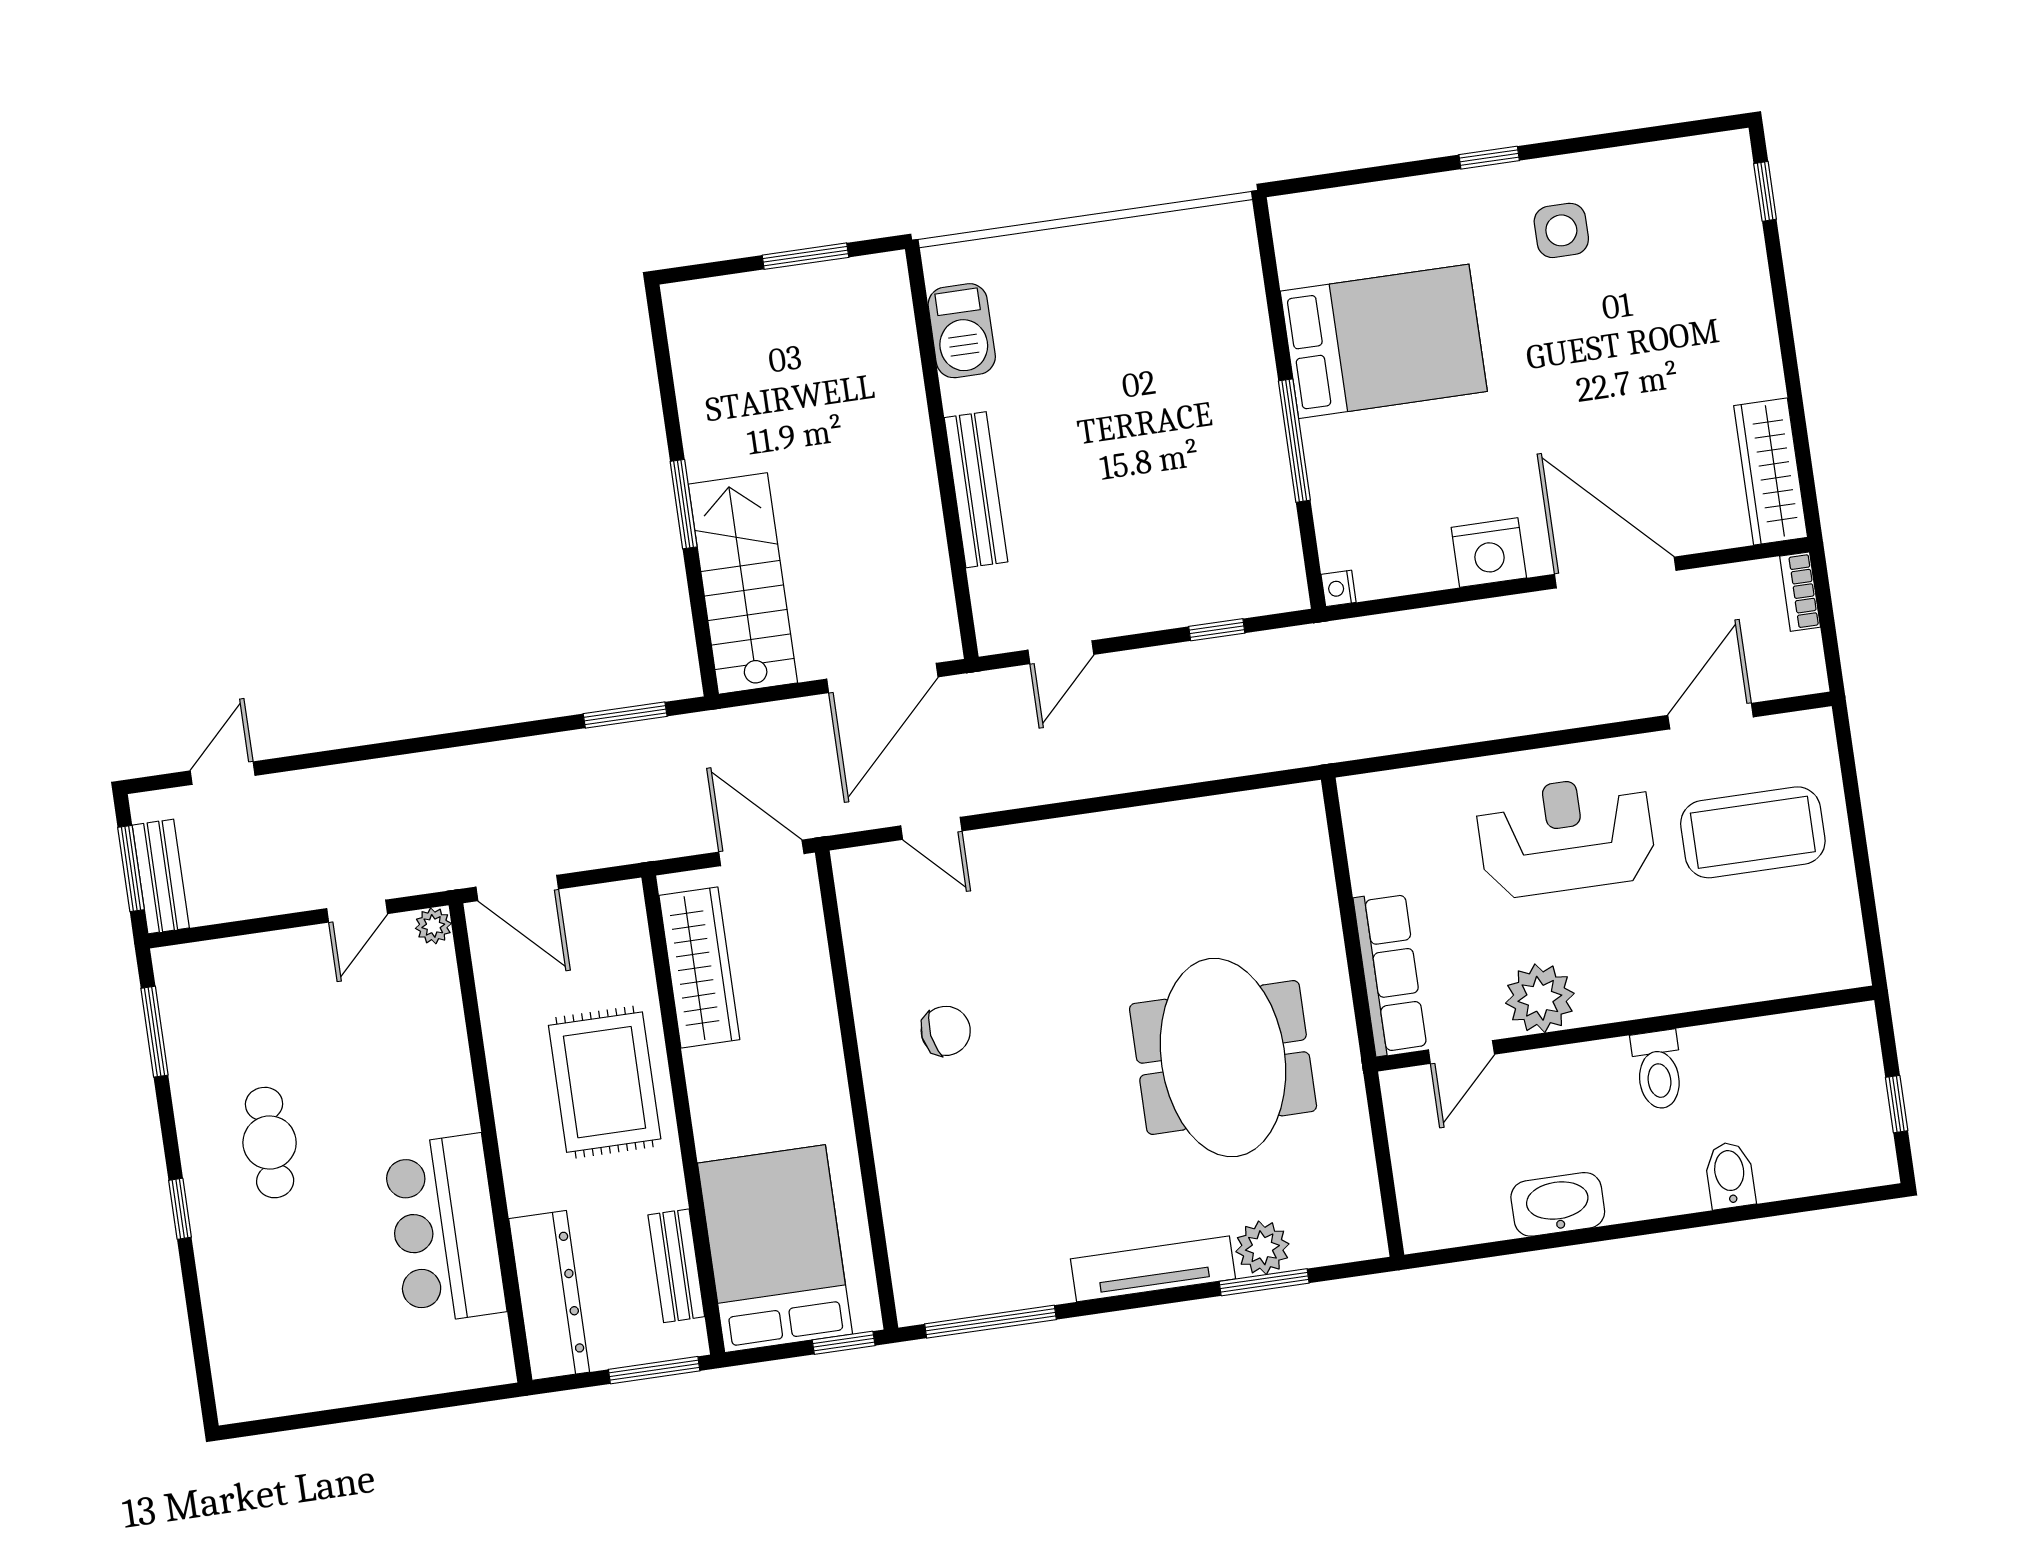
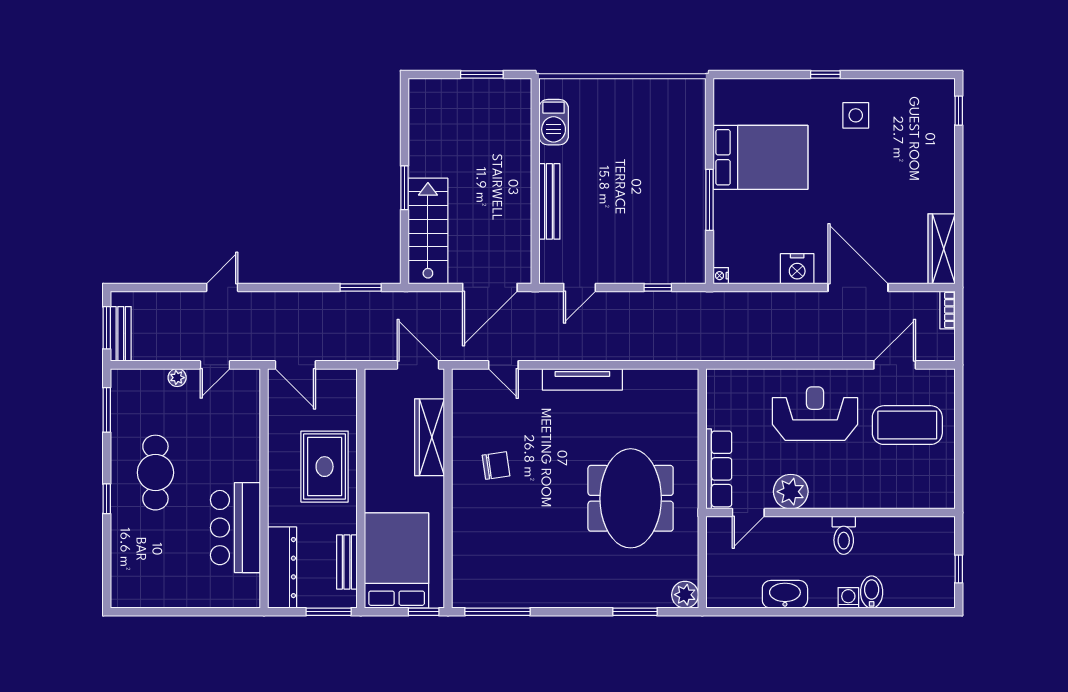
door: (223, 773) -> (222, 287), moved
plant: (433, 926) -> (177, 378), moved
wardrobe: (699, 967) -> (430, 437), moved, turned 180
cafe table: (270, 1143) -> (155, 473), width x1.37, depth x1.35
washing machine: (1685, 1193) -> (848, 598), added
plant: (1262, 1248) -> (685, 595), moved
tv unit: (1153, 1269) -> (582, 379), moved, turned 180

